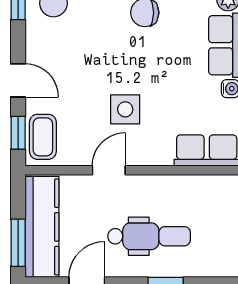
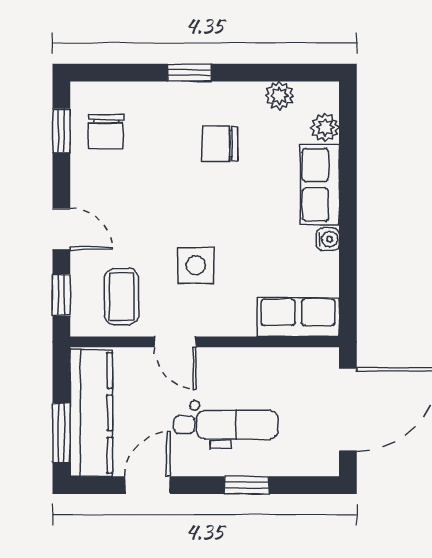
coffee table: (43, 137) -> (122, 297), moved
door: (109, 170) -> (175, 342), swing flipped

